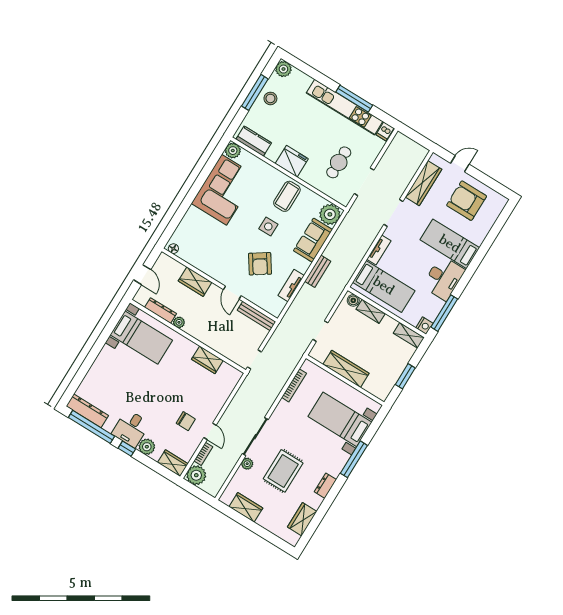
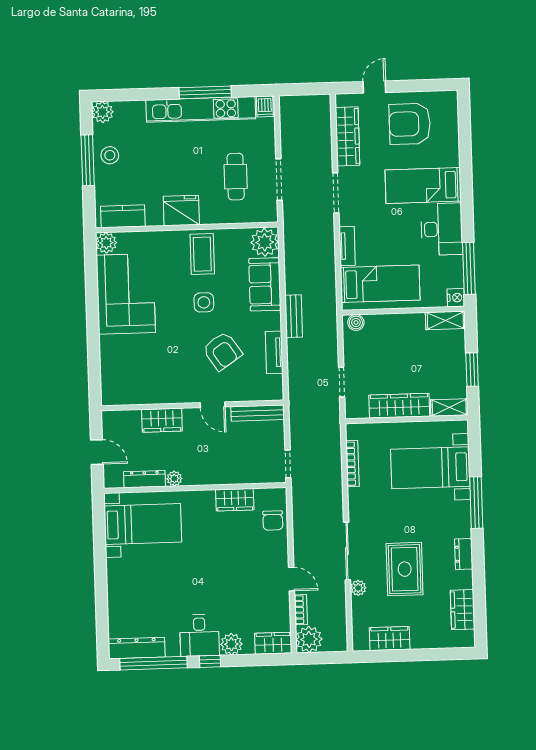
floor lamp: (173, 249) -> (113, 399), removed
shelving: (371, 311) -> (449, 407), moved
chair: (186, 421) -> (273, 520), moved, turned 90

